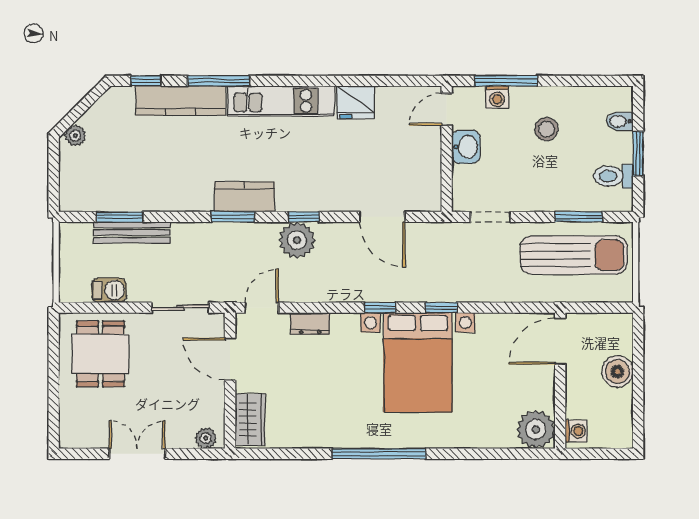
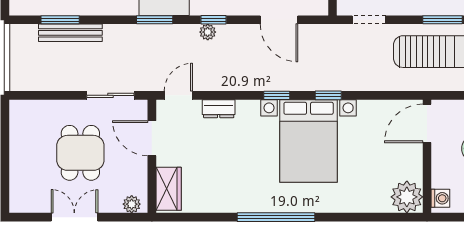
plant: (297, 240) -> (208, 32), width x0.53, depth x0.53
barbecue: (109, 290) -> (51, 81), removed
dining table: (100, 354) -> (80, 153), moved

